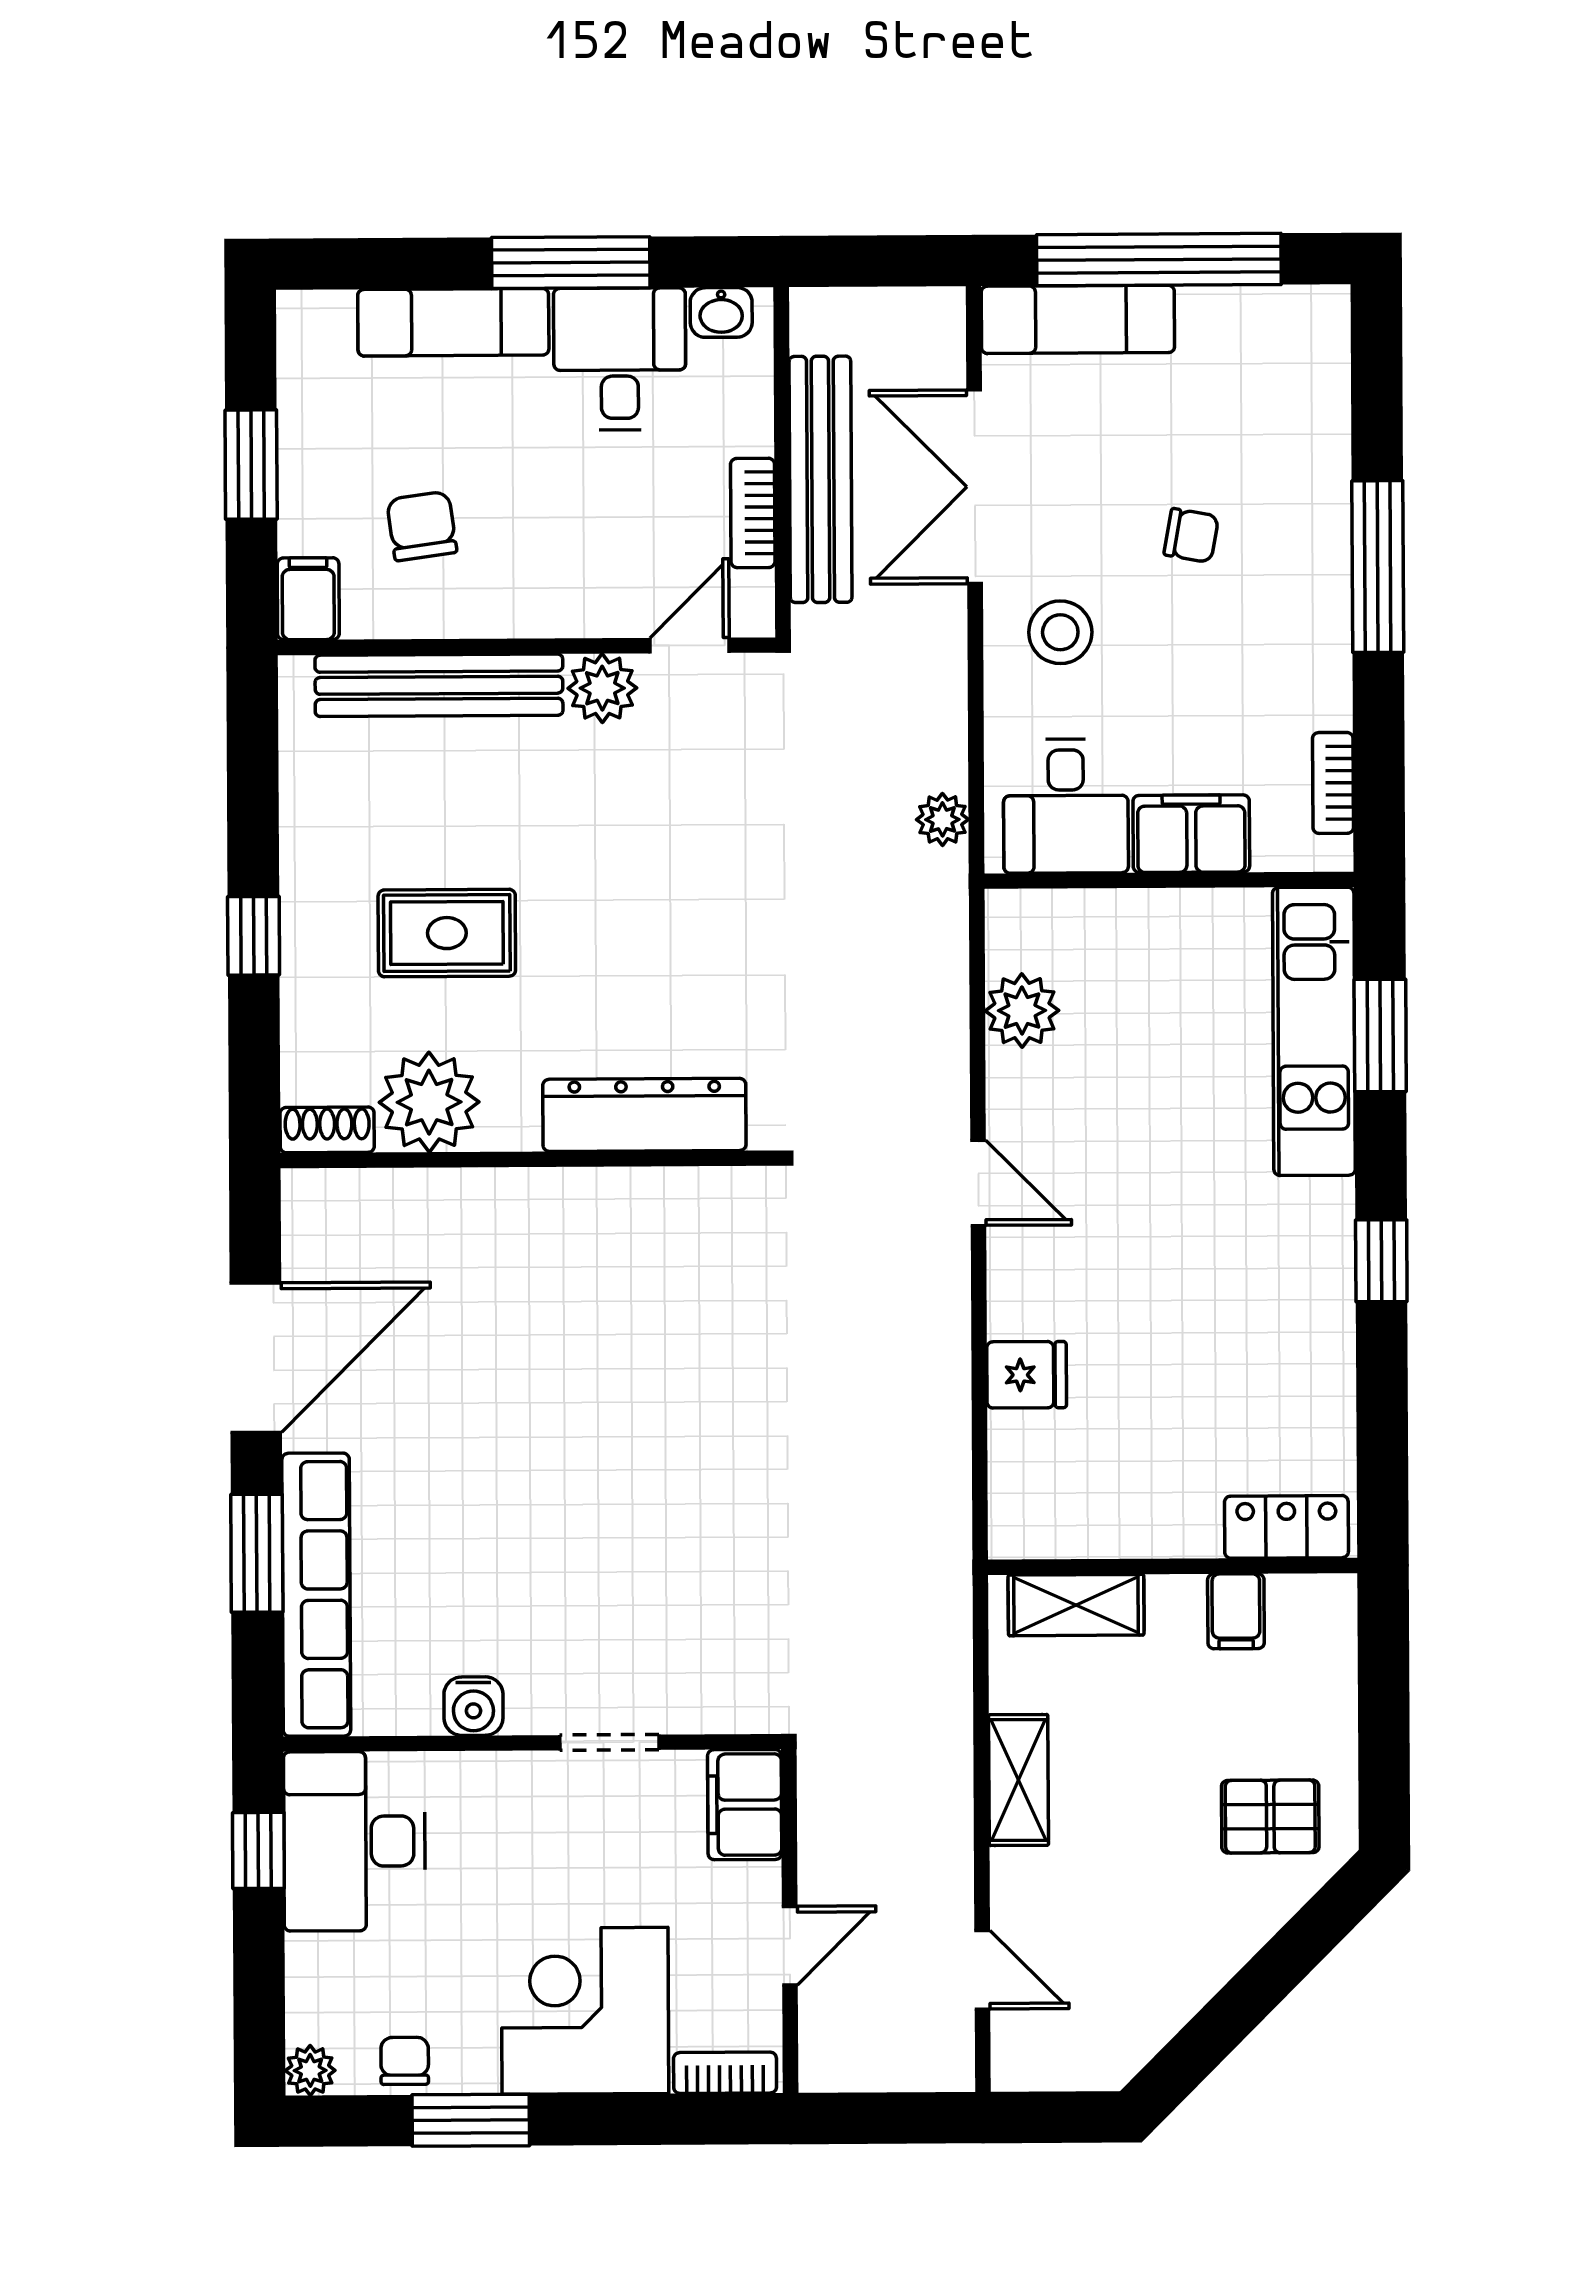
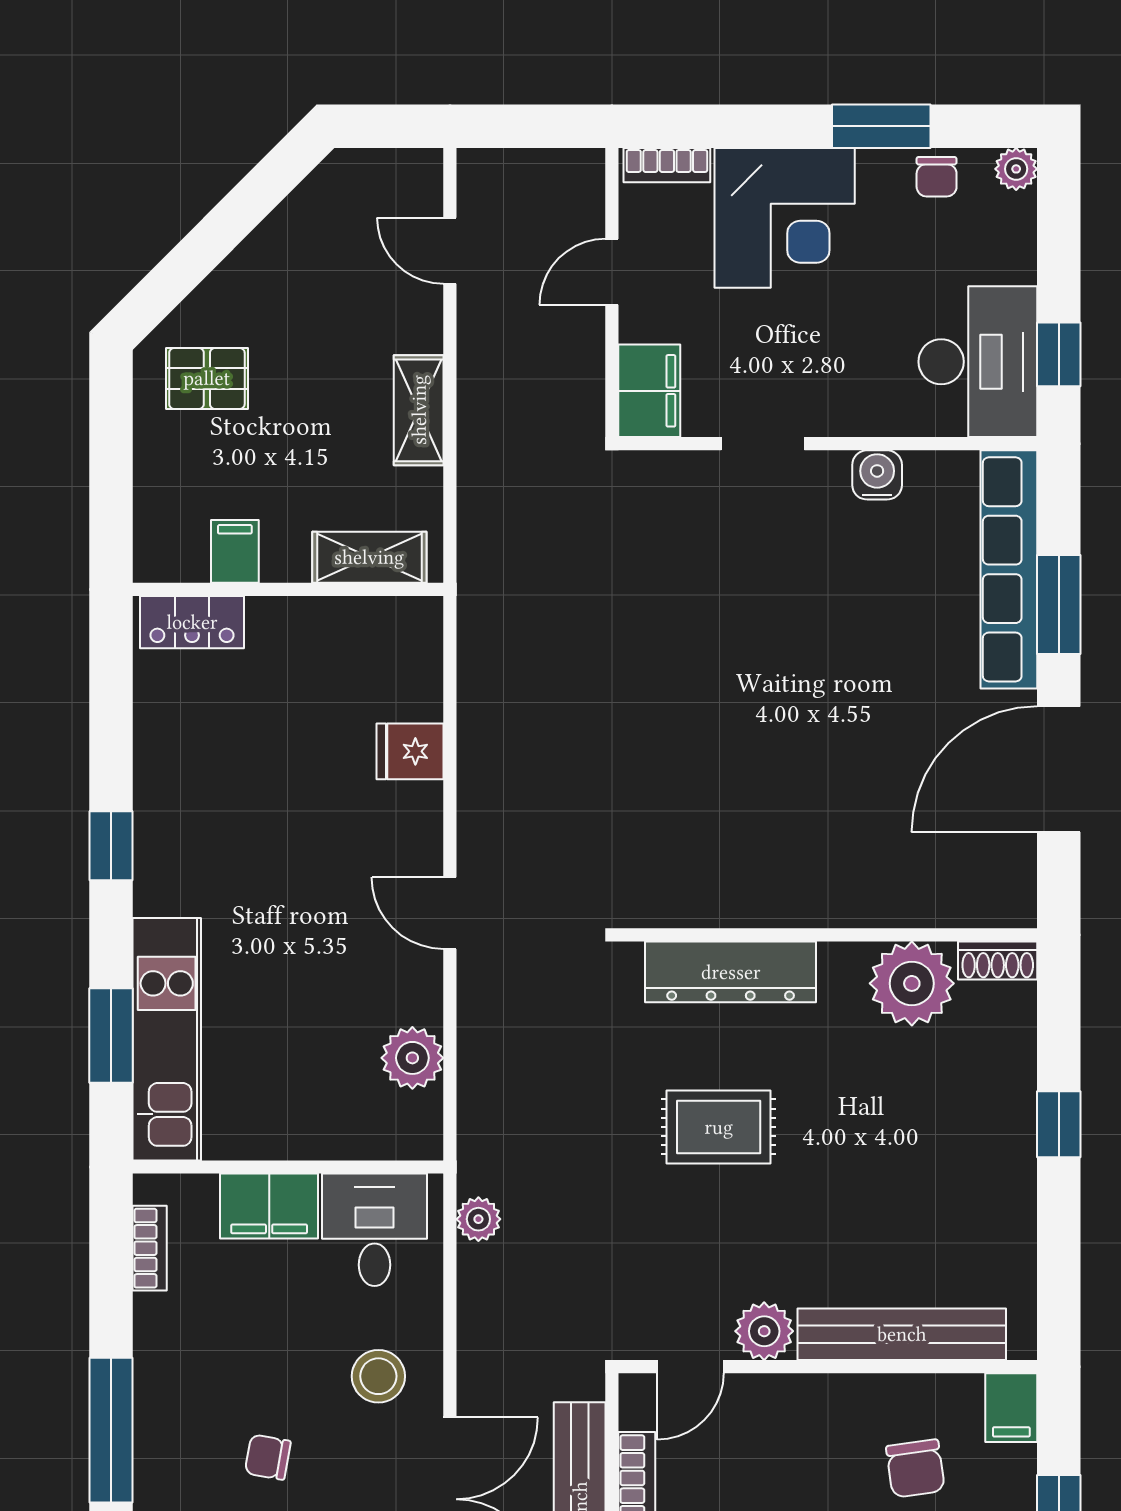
rug: (447, 933) -> (719, 1127), moved

